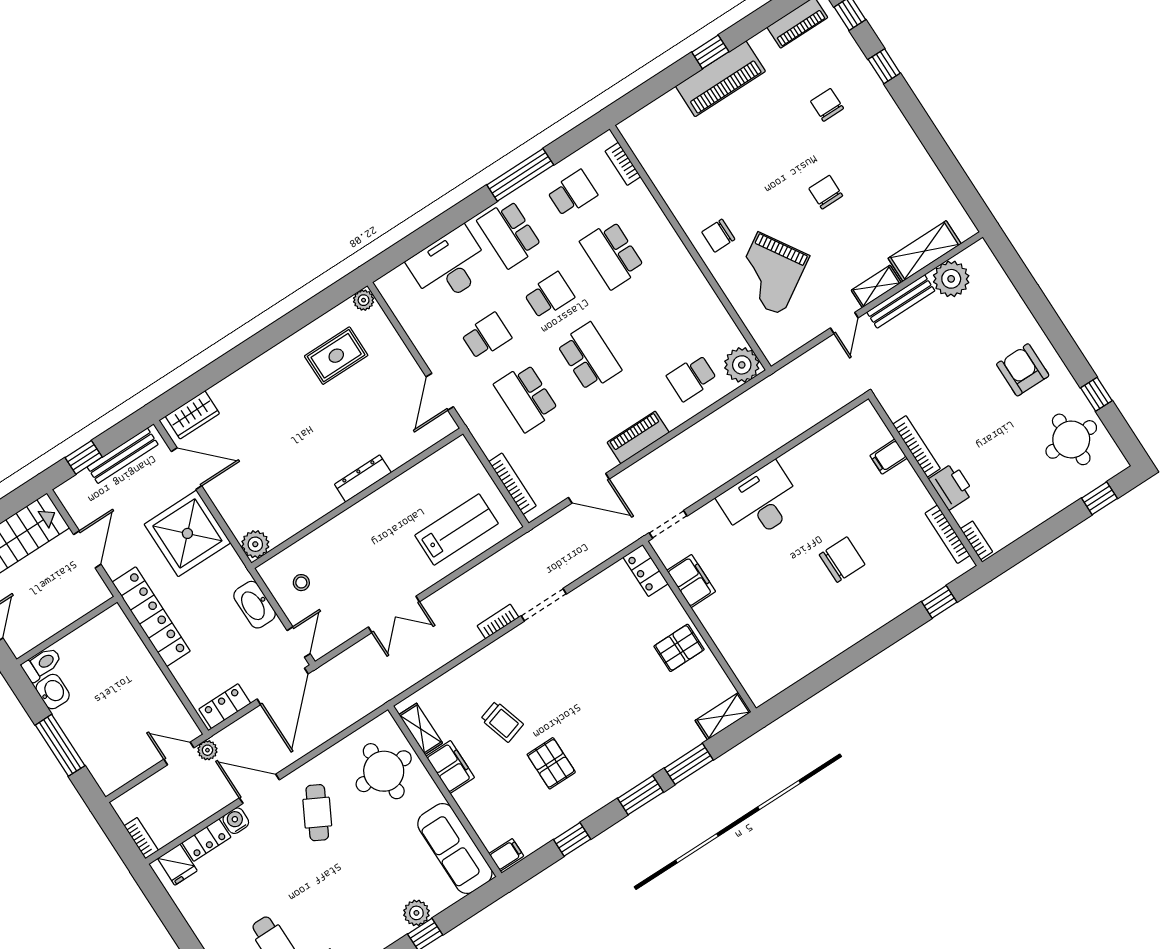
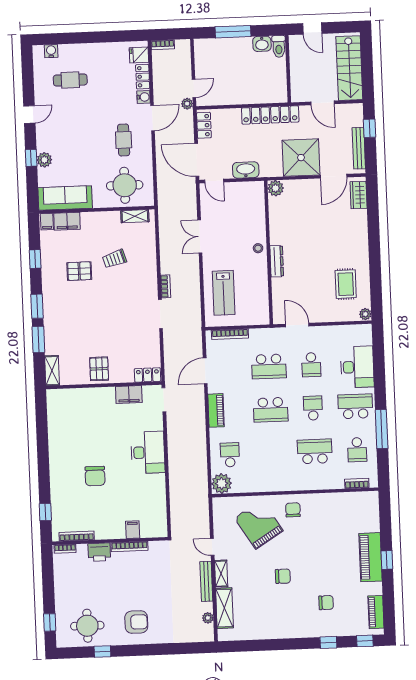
plant: (951, 279) -> (208, 618), width x0.53, depth x0.53
school desk: (549, 295) -> (313, 408), turned 180
school desk: (526, 398) -> (269, 366), turned 180
stool: (301, 583) -> (258, 248), moved
filing cabinet: (450, 767) -> (67, 221), moved
cafe table: (317, 813) -> (124, 140), turned 62

